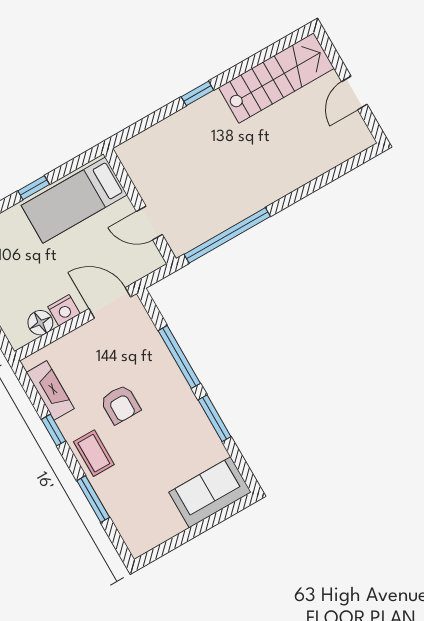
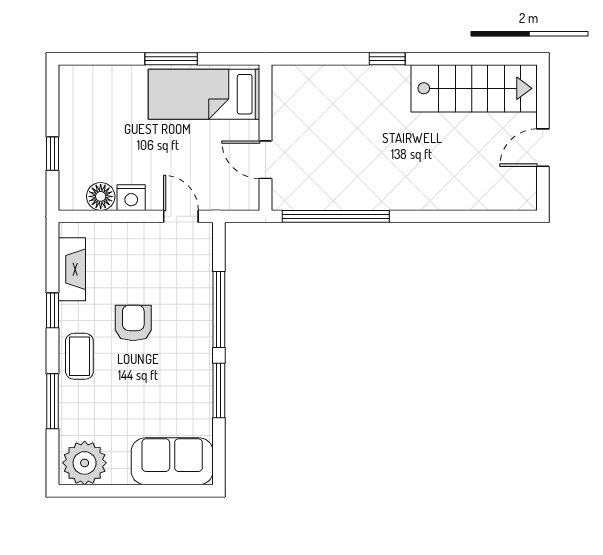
window: (34, 188) -> (171, 59), width x1.50
door: (110, 303) -> (181, 216), width x0.73
armchair: (120, 404) -> (133, 323), turned 180
plant: (144, 532) -> (85, 463), added

